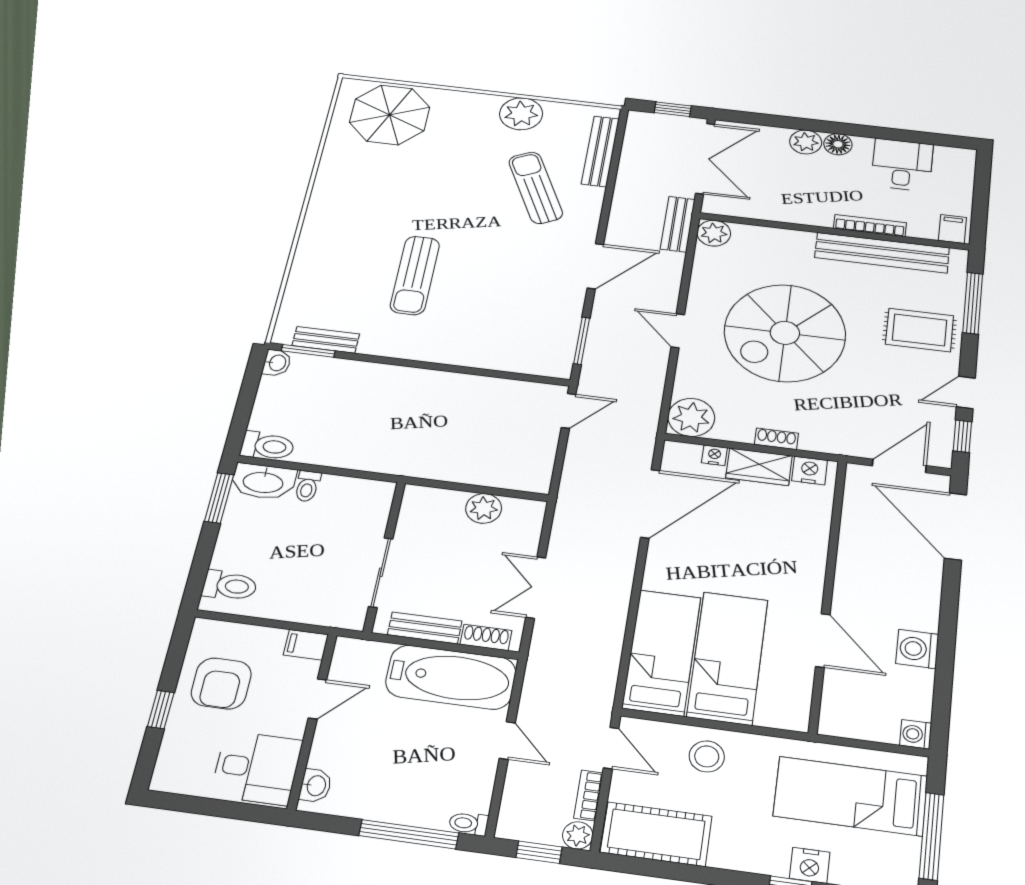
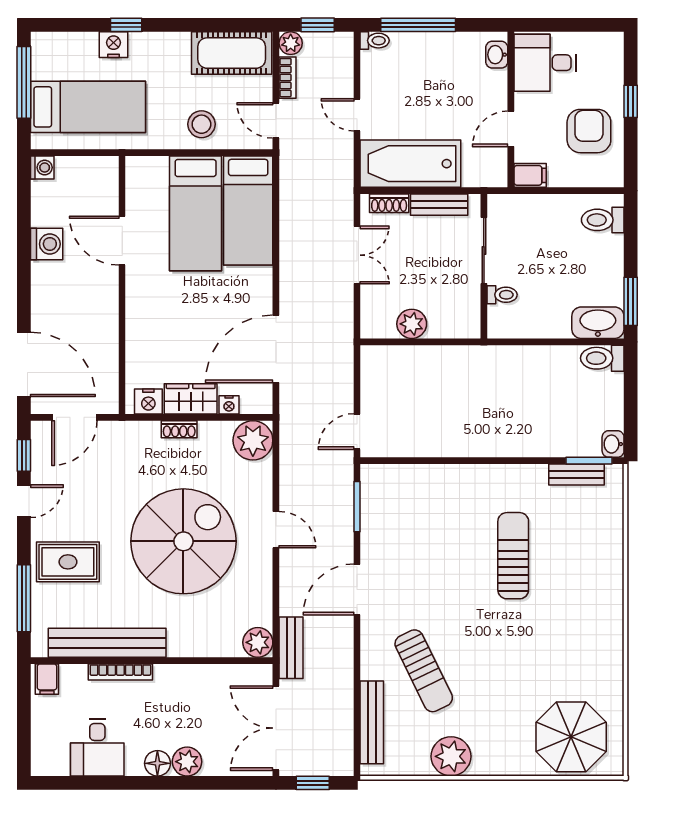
toilet: (307, 486) -> (502, 295), moved, turned 90

